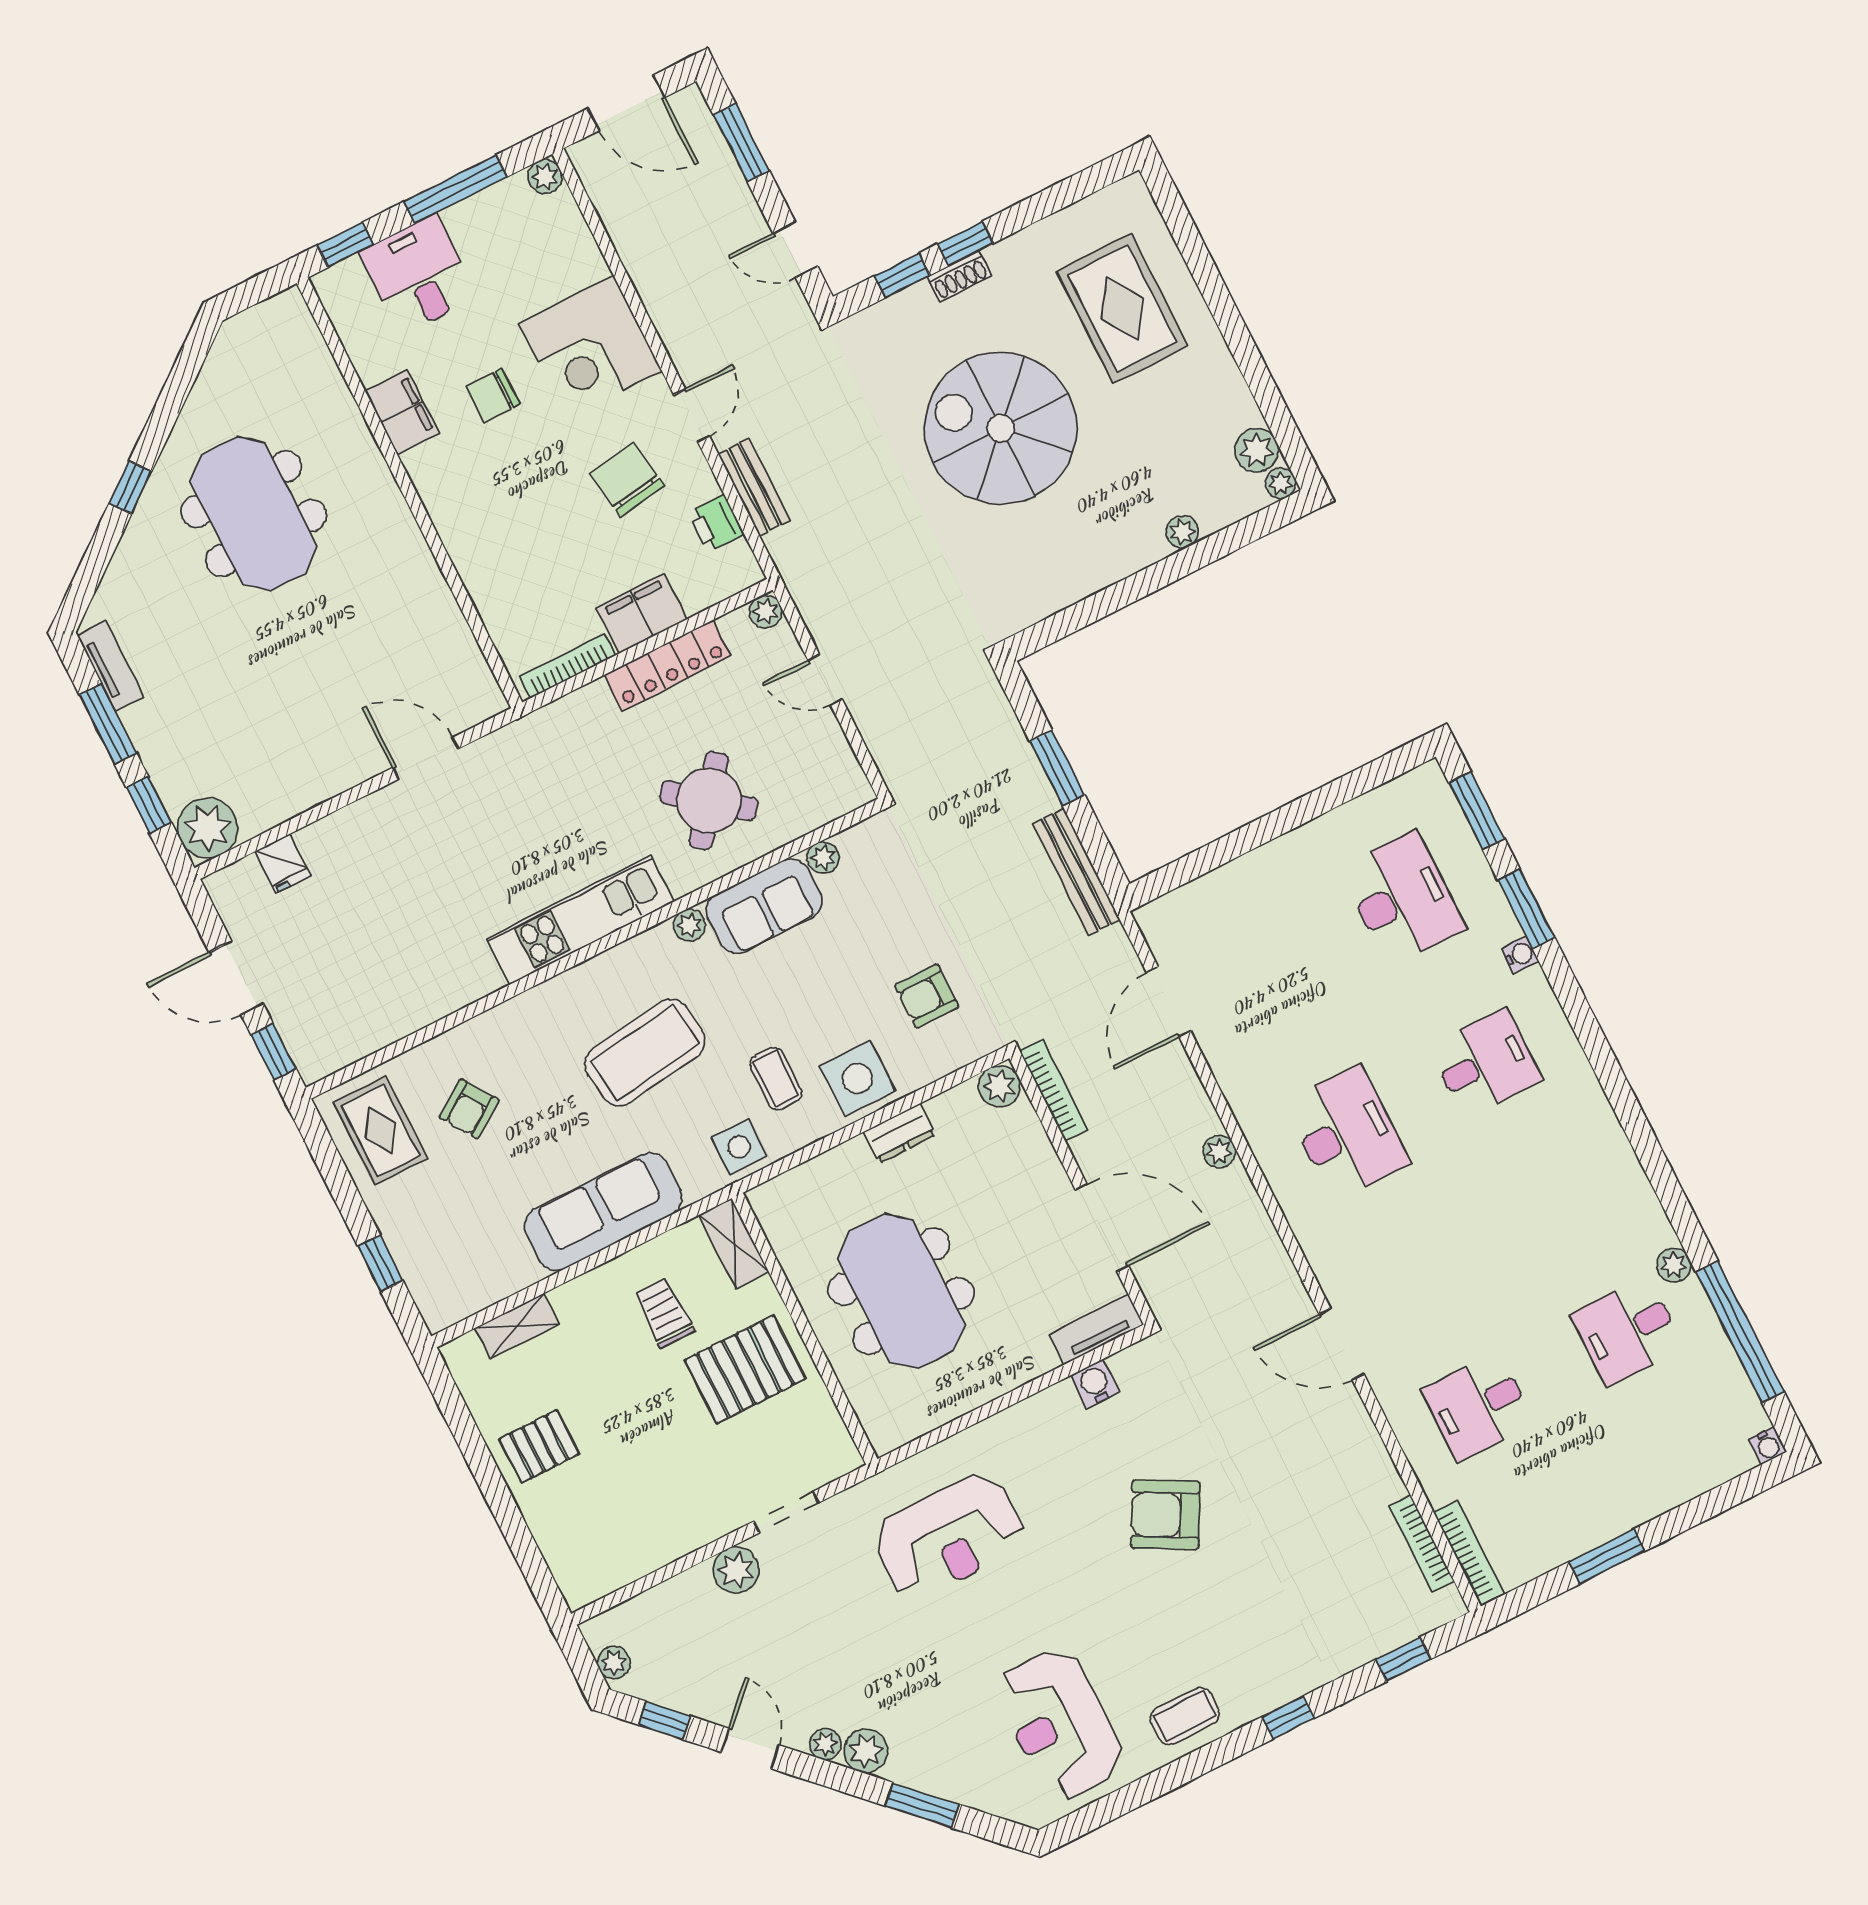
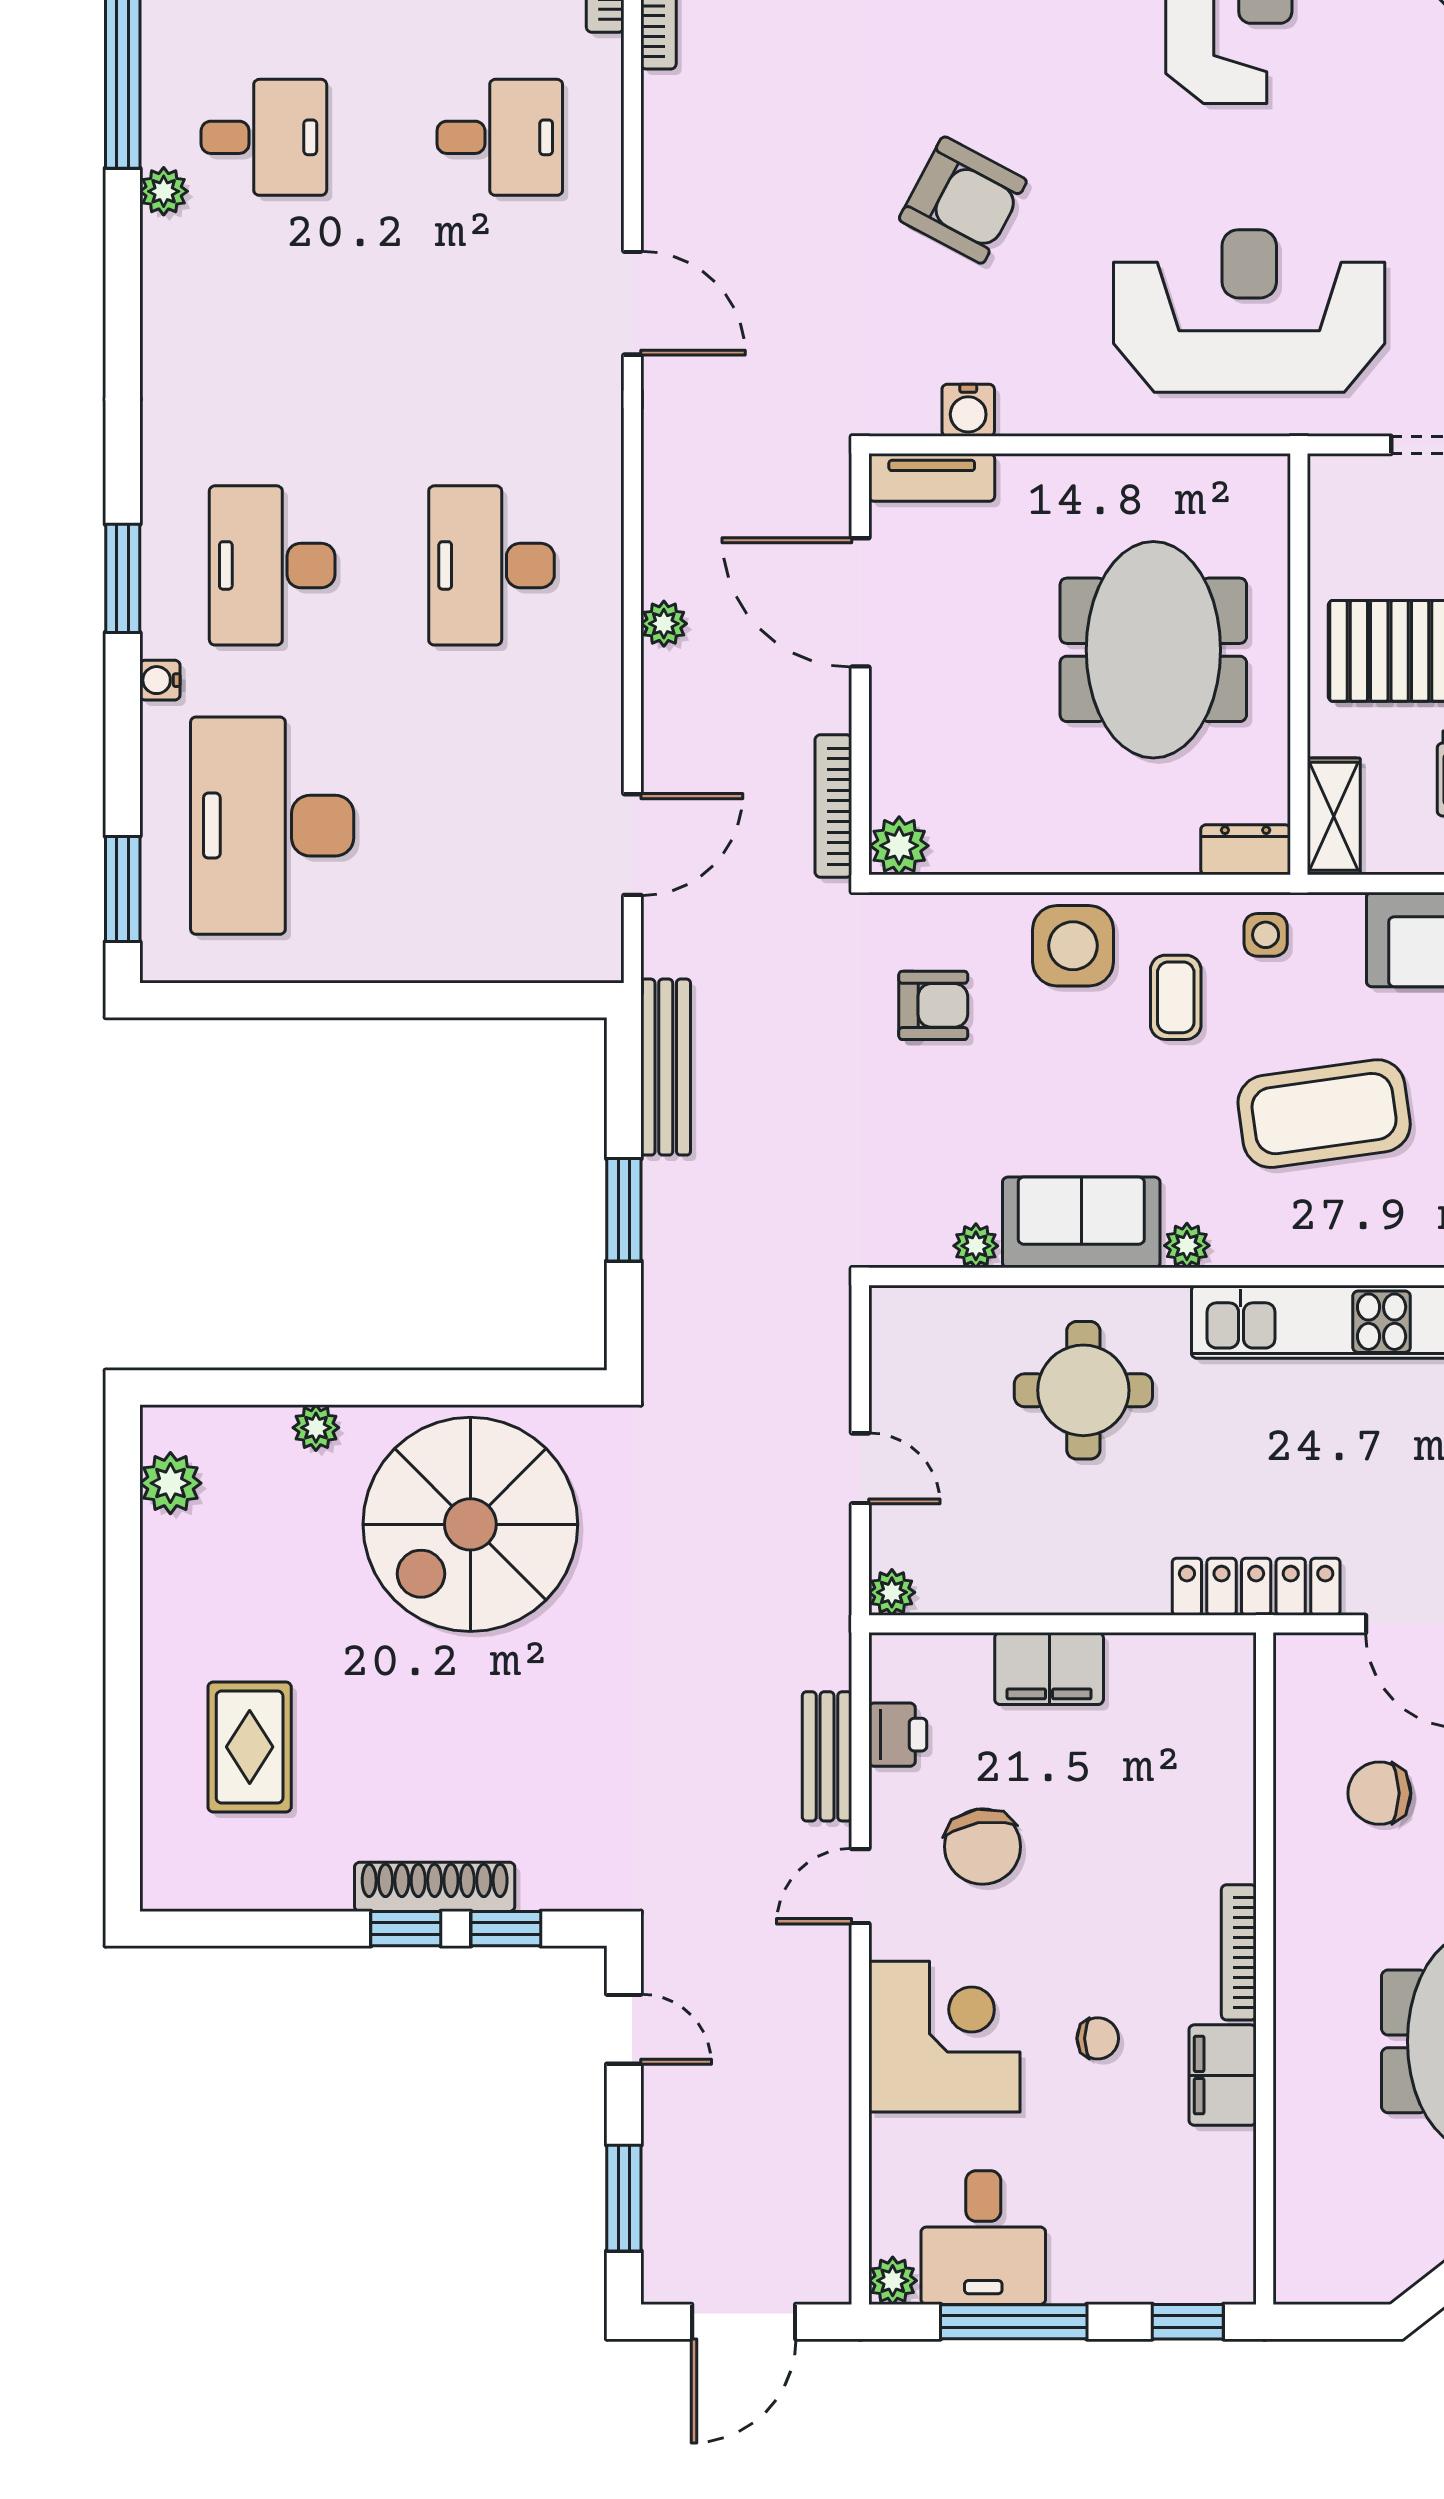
door: (626, 103) -> (744, 2322), swing flipped
desk: (418, 275) -> (983, 2238), moved
shoe rack: (959, 276) -> (435, 1887), width x1.94, depth x1.24
rug: (1122, 309) -> (250, 1747), width x0.73, depth x0.70
chair: (493, 395) -> (1098, 2038), width x0.73, depth x0.73
spiral stairs: (1001, 428) -> (470, 1524), moved, turned 90
plant: (1281, 483) -> (161, 1426), removed
chair: (393, 640) -> (1379, 1793), added
locker: (668, 665) -> (1256, 1587), moved
bookcase: (568, 666) -> (1239, 1952), moved, turned 90
round table: (709, 801) -> (1083, 1390), turned -38
desk: (1402, 899) -> (272, 826), width x1.36, depth x1.30
window: (1526, 909) -> (123, 578), moved
desk: (1486, 1063) -> (272, 565), width x1.37
dresser: (900, 1133) -> (1246, 850), moved
side table: (739, 1147) -> (1266, 935), width x0.73, depth x0.73
reception desk: (949, 1536) -> (1249, 311), width x1.36, depth x1.30

